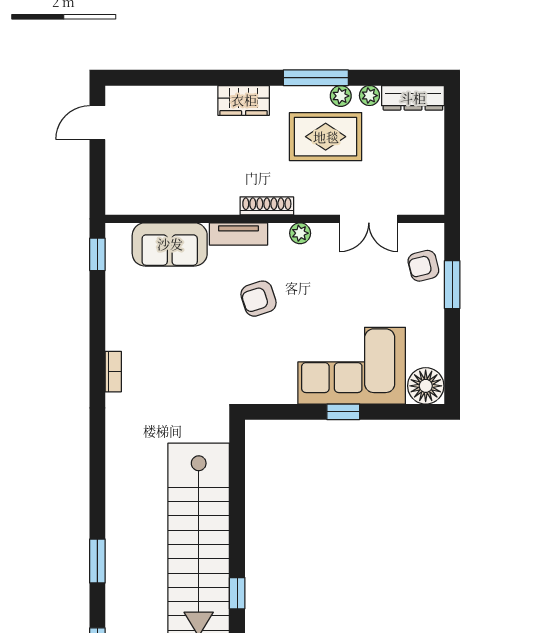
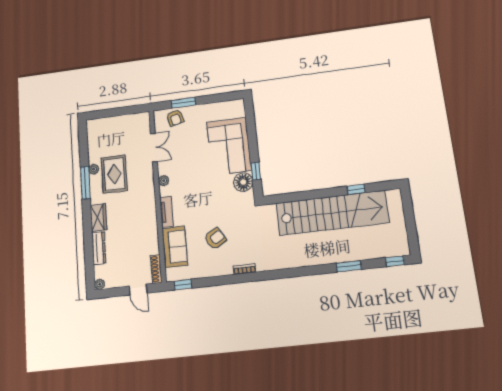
plant: (369, 96) -> (100, 284), moved
dresser: (413, 98) -> (99, 248), moved
door: (97, 123) -> (138, 290), moved
shoe rack: (267, 206) -> (156, 269), moved
armchair: (259, 299) -> (215, 239), moved, turned -103
floor lamp: (426, 386) -> (243, 182), moved
window: (343, 412) -> (256, 171), moved

